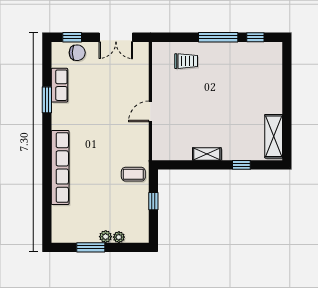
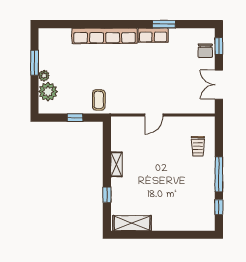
row of seats: (59, 85) -> (153, 35), moved
door: (150, 111) -> (154, 115), swing flipped
plant: (119, 237) -> (48, 92), width x1.87, depth x1.87

